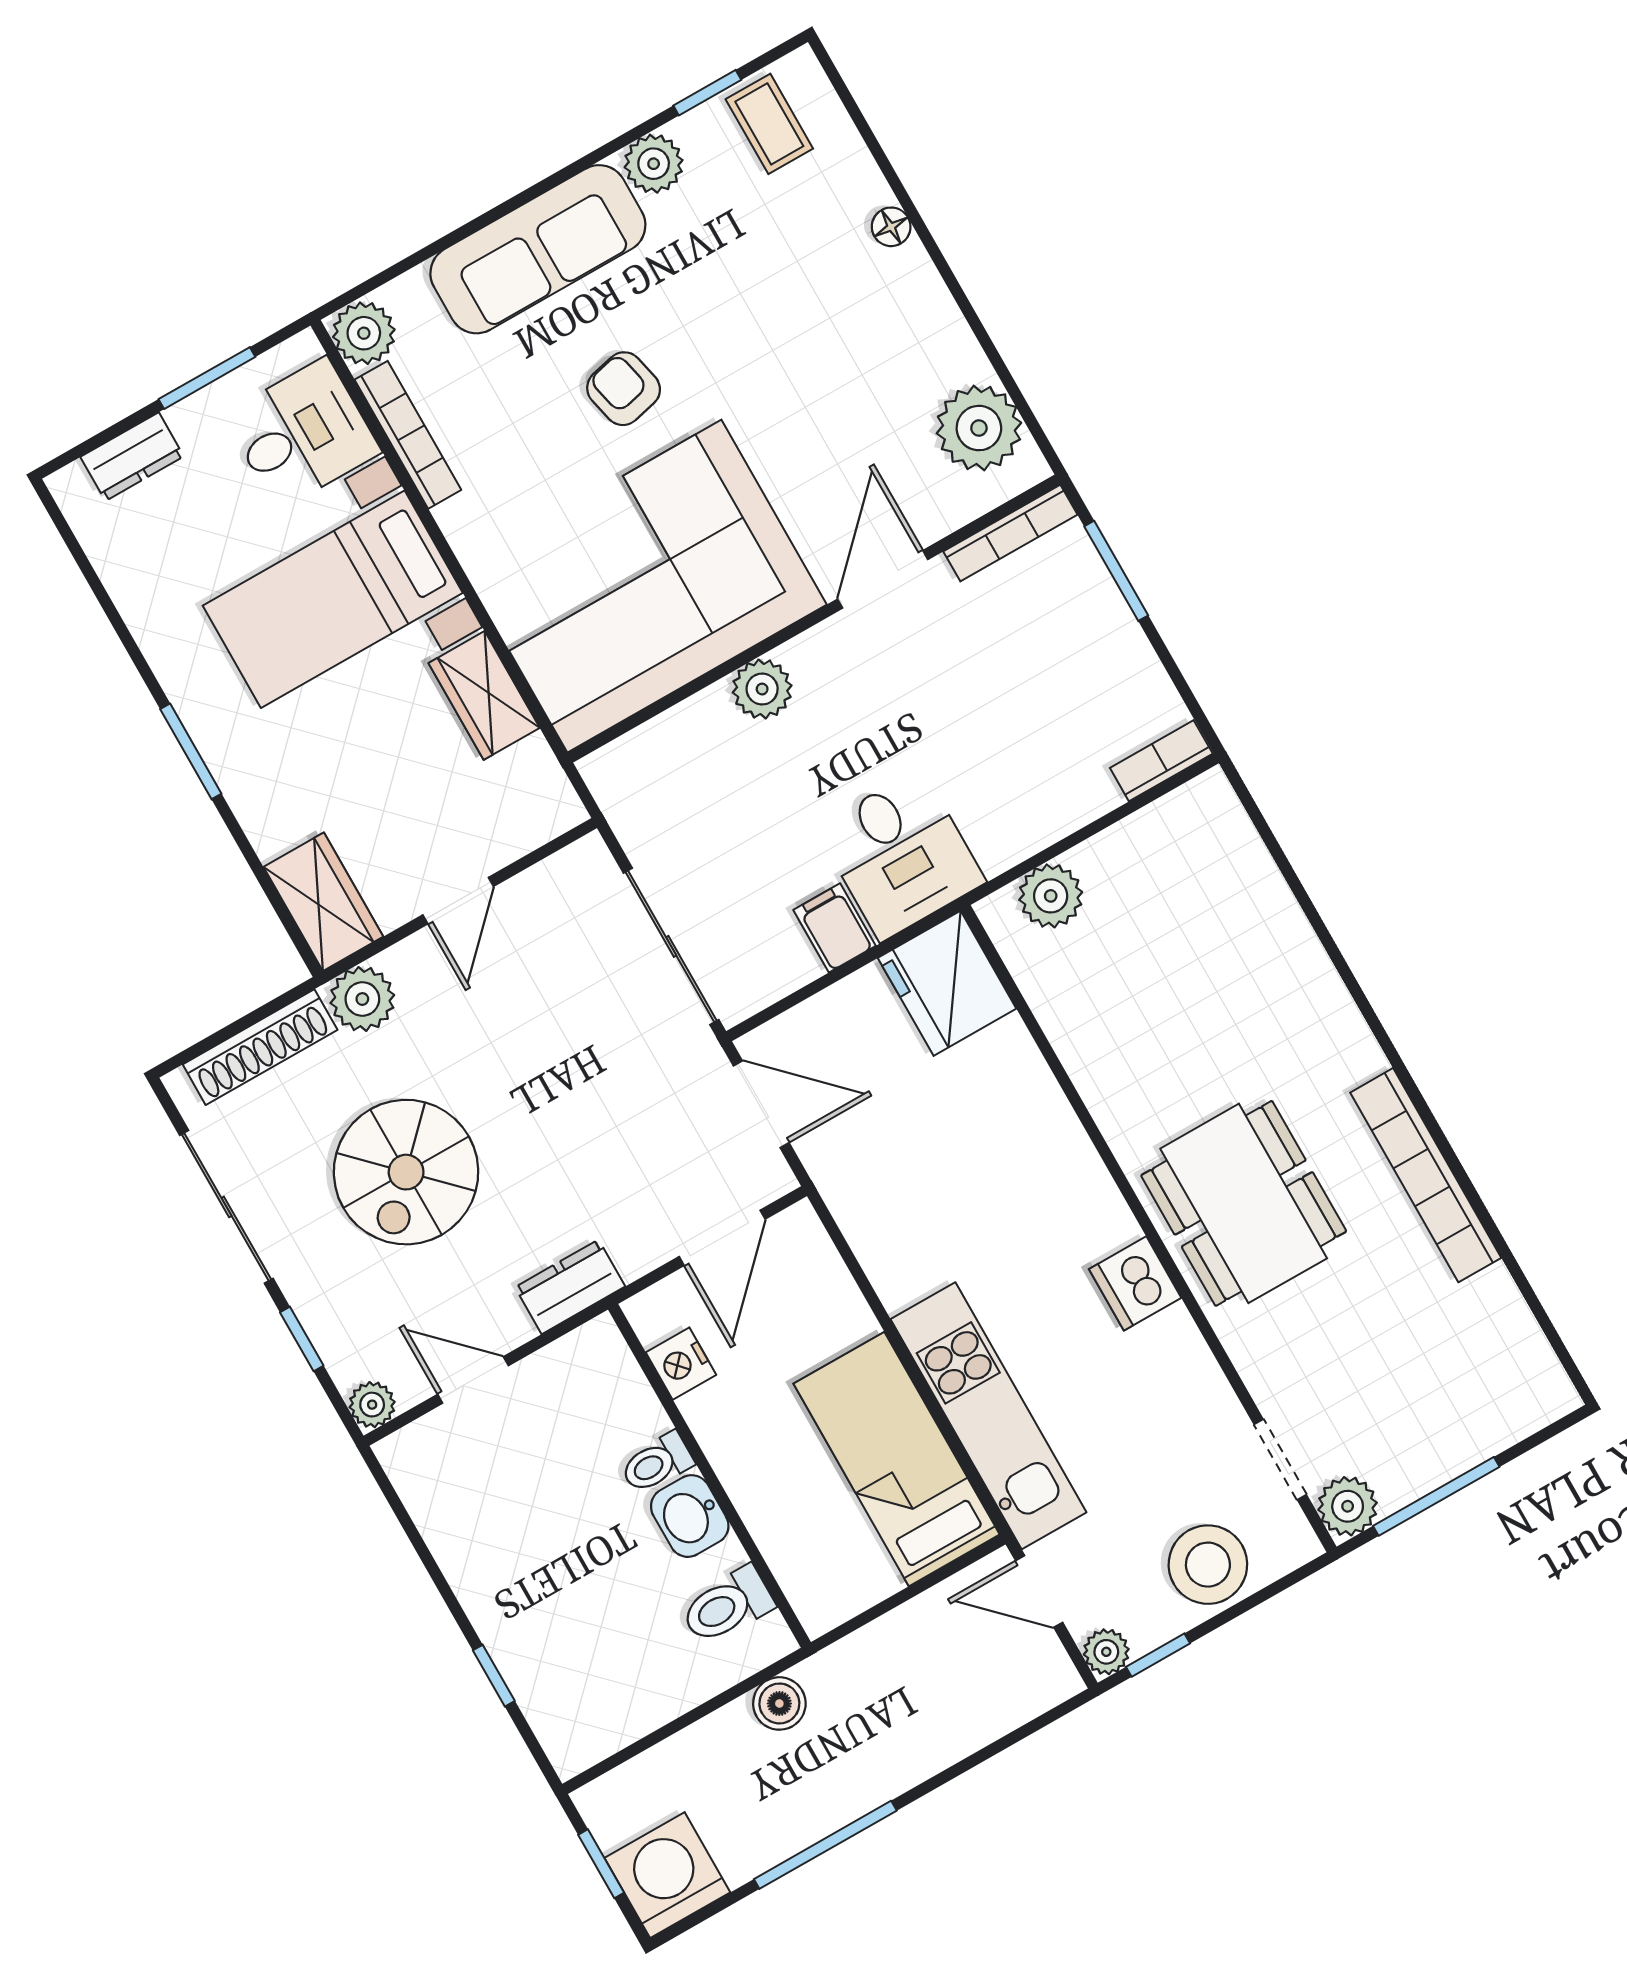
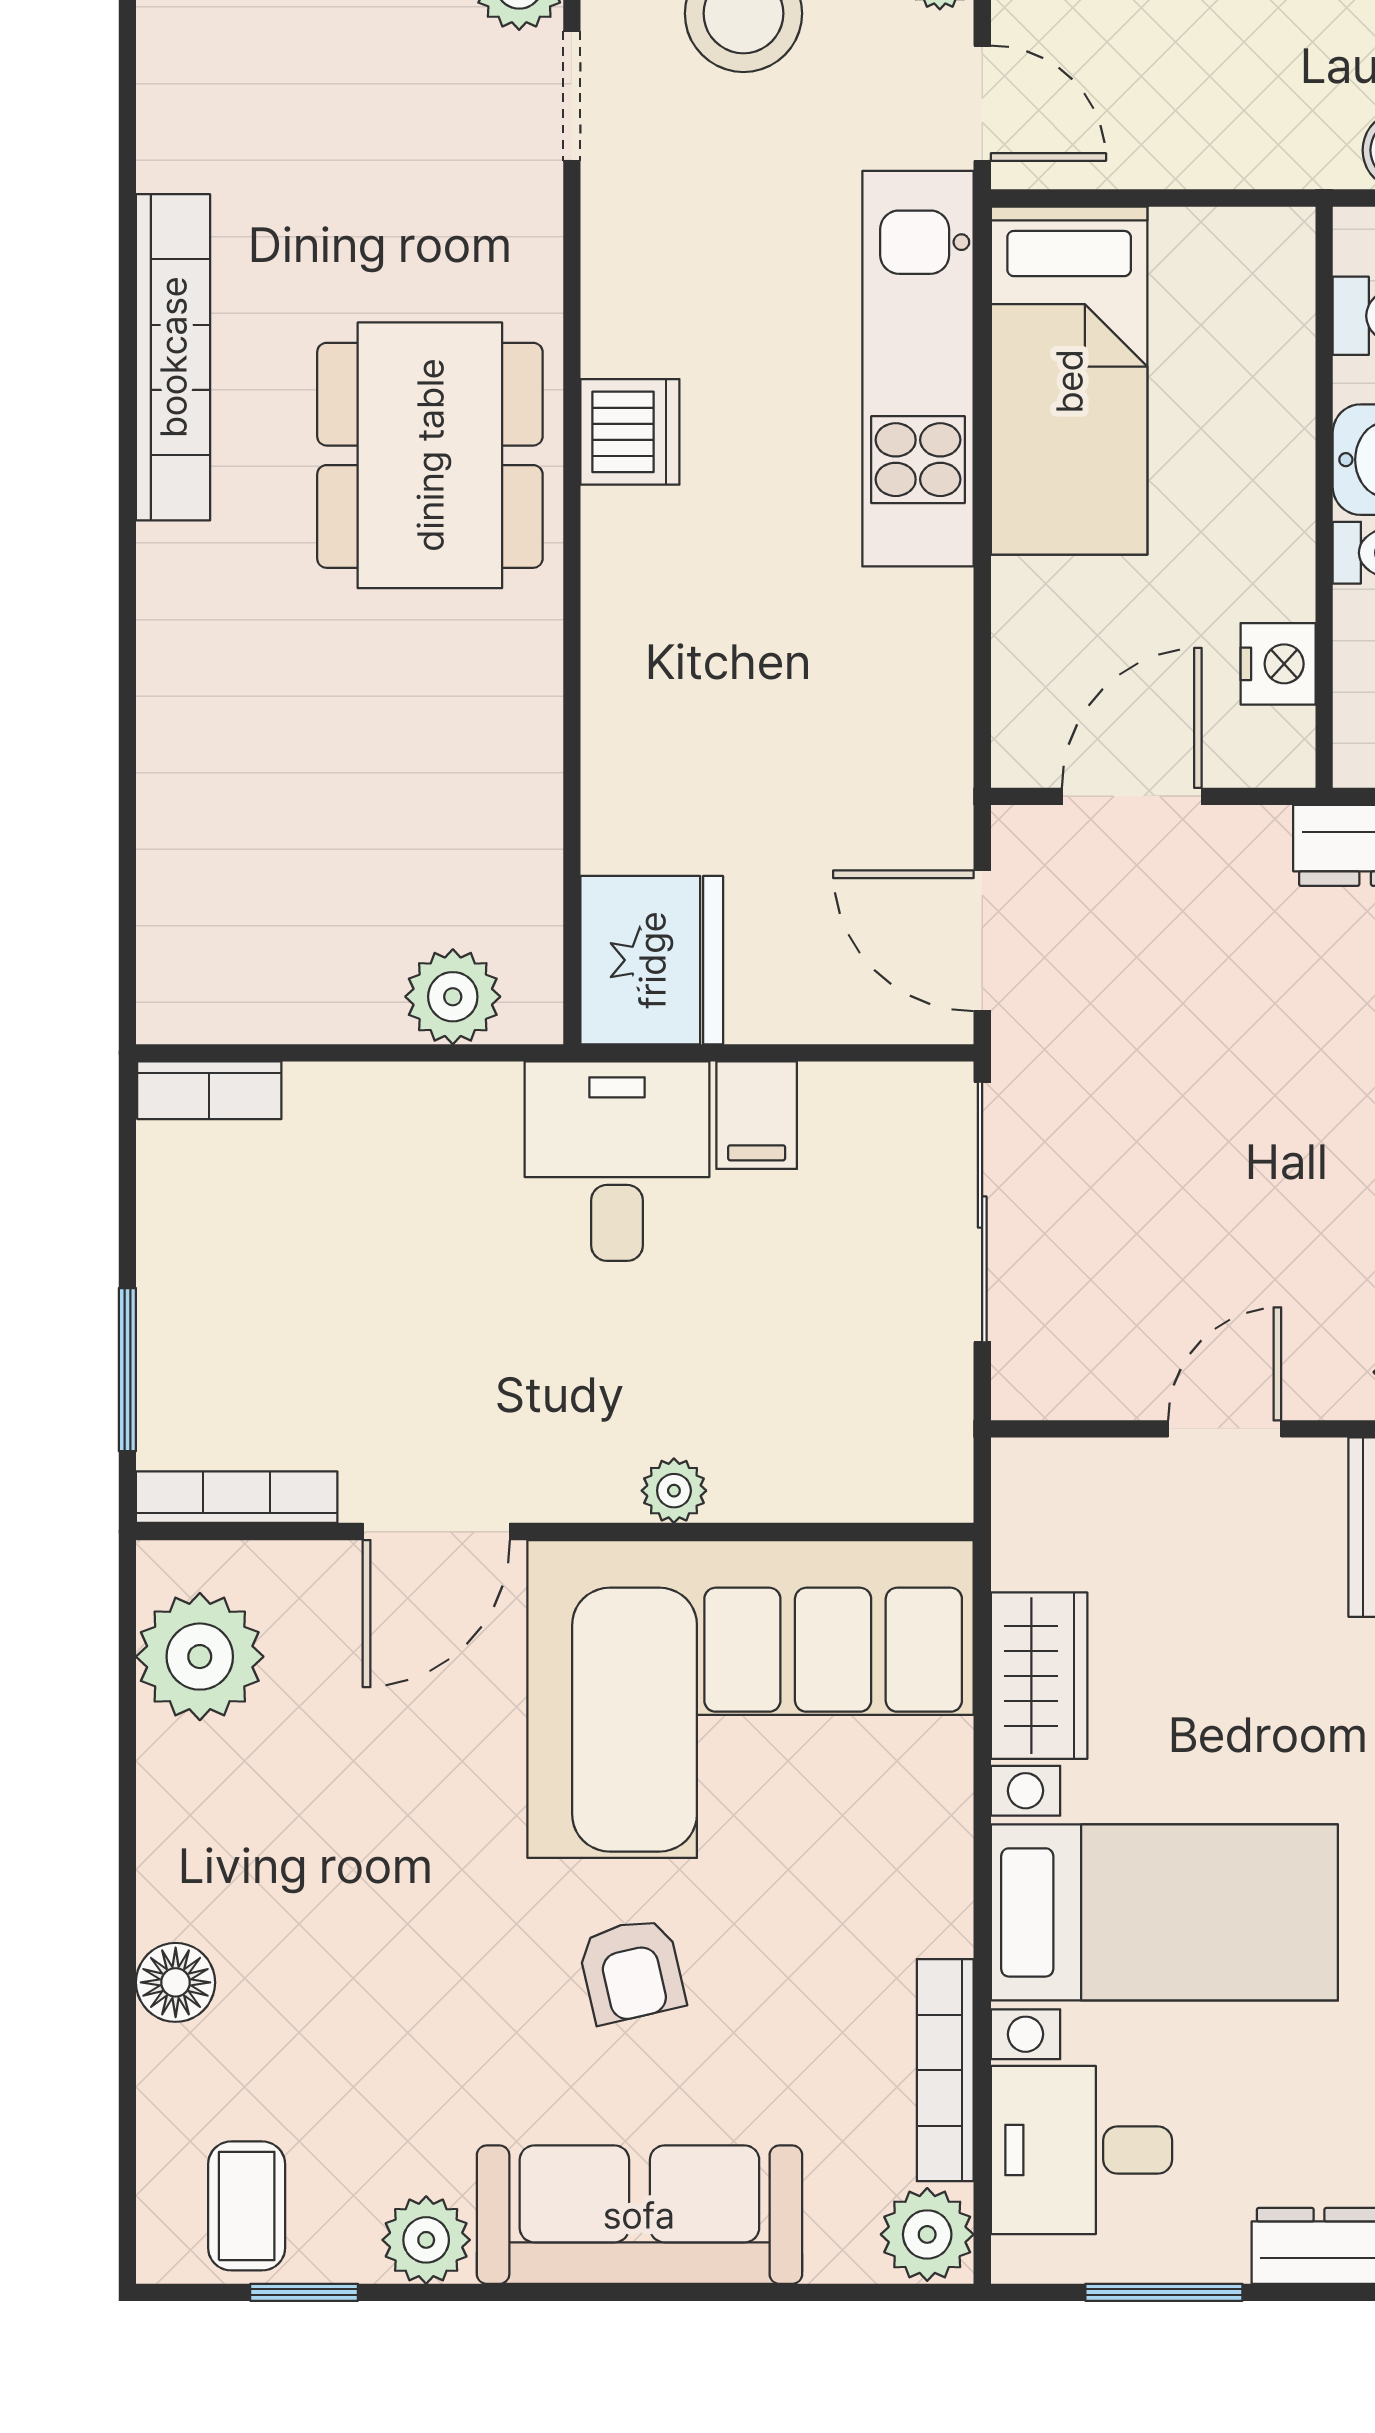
floor lamp: (891, 227) -> (176, 1982), width x1.37, depth x1.37
plant: (762, 689) -> (674, 1491), width x0.73, depth x0.73

